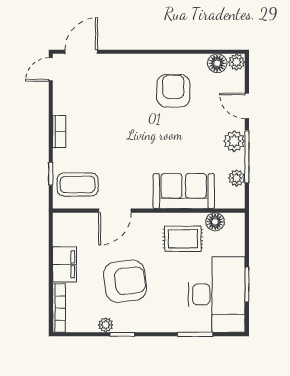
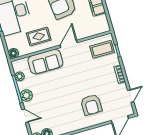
door: (51, 69) -> (131, 96), moved
armchair: (173, 91) -> (91, 105), moved
door: (115, 211) -> (69, 44), moved
floor lamp: (215, 222) -> (13, 53), moved

